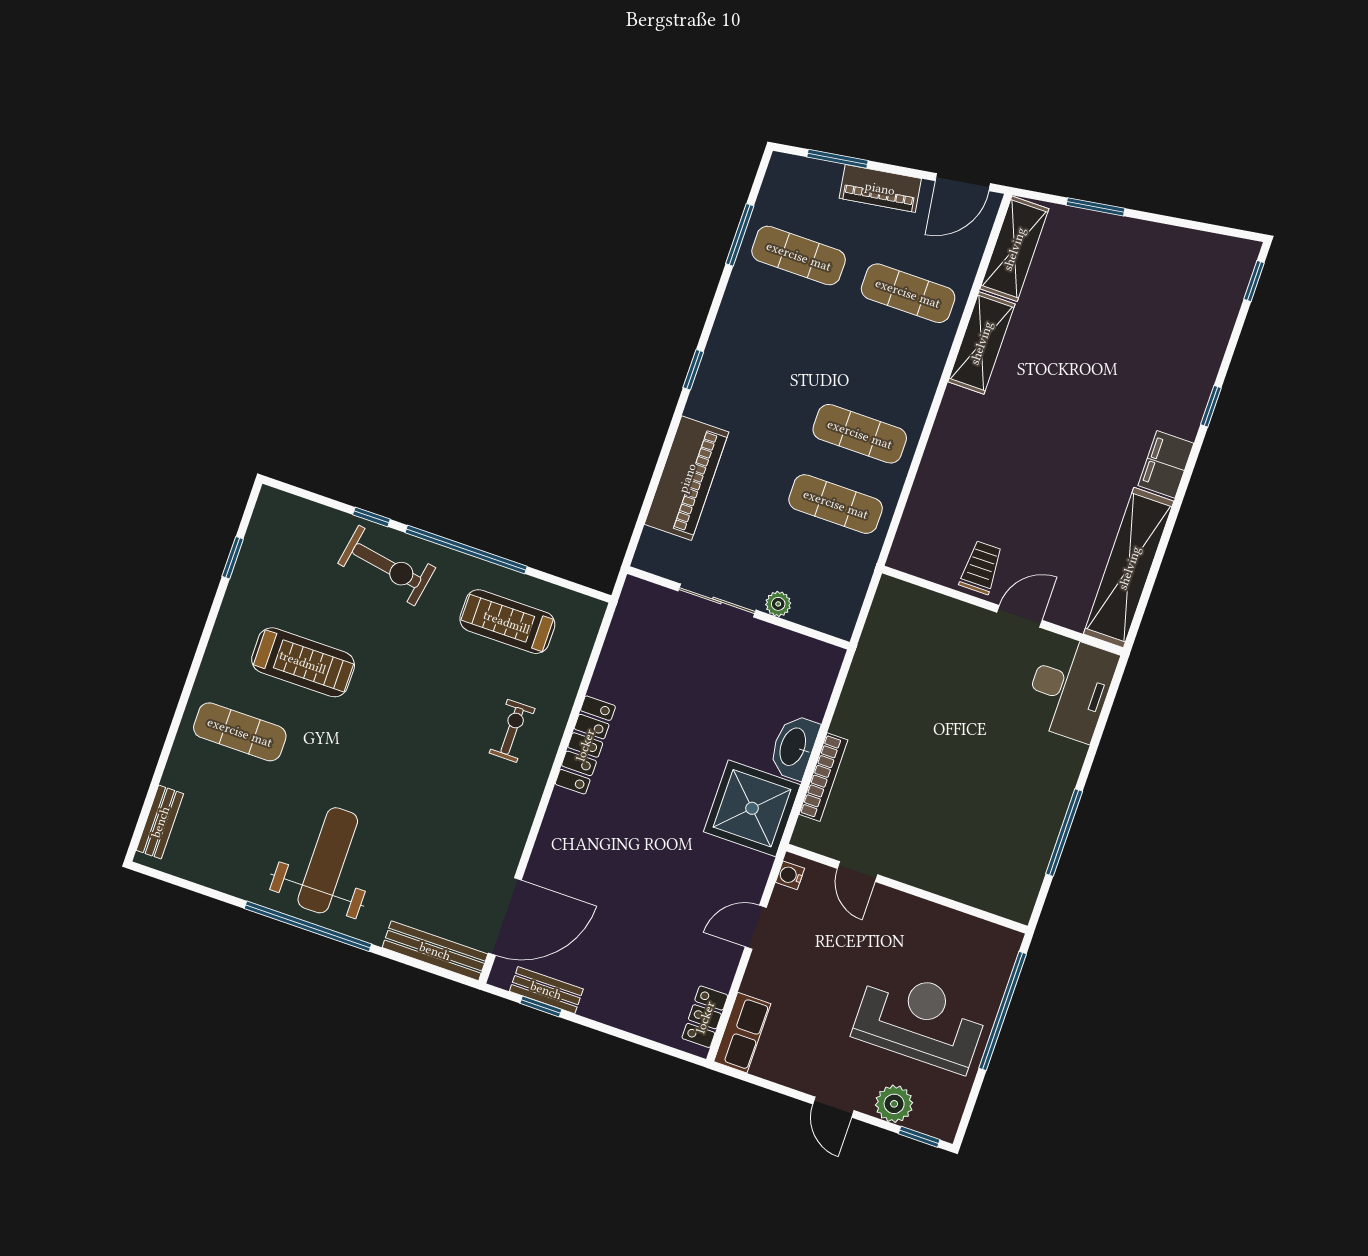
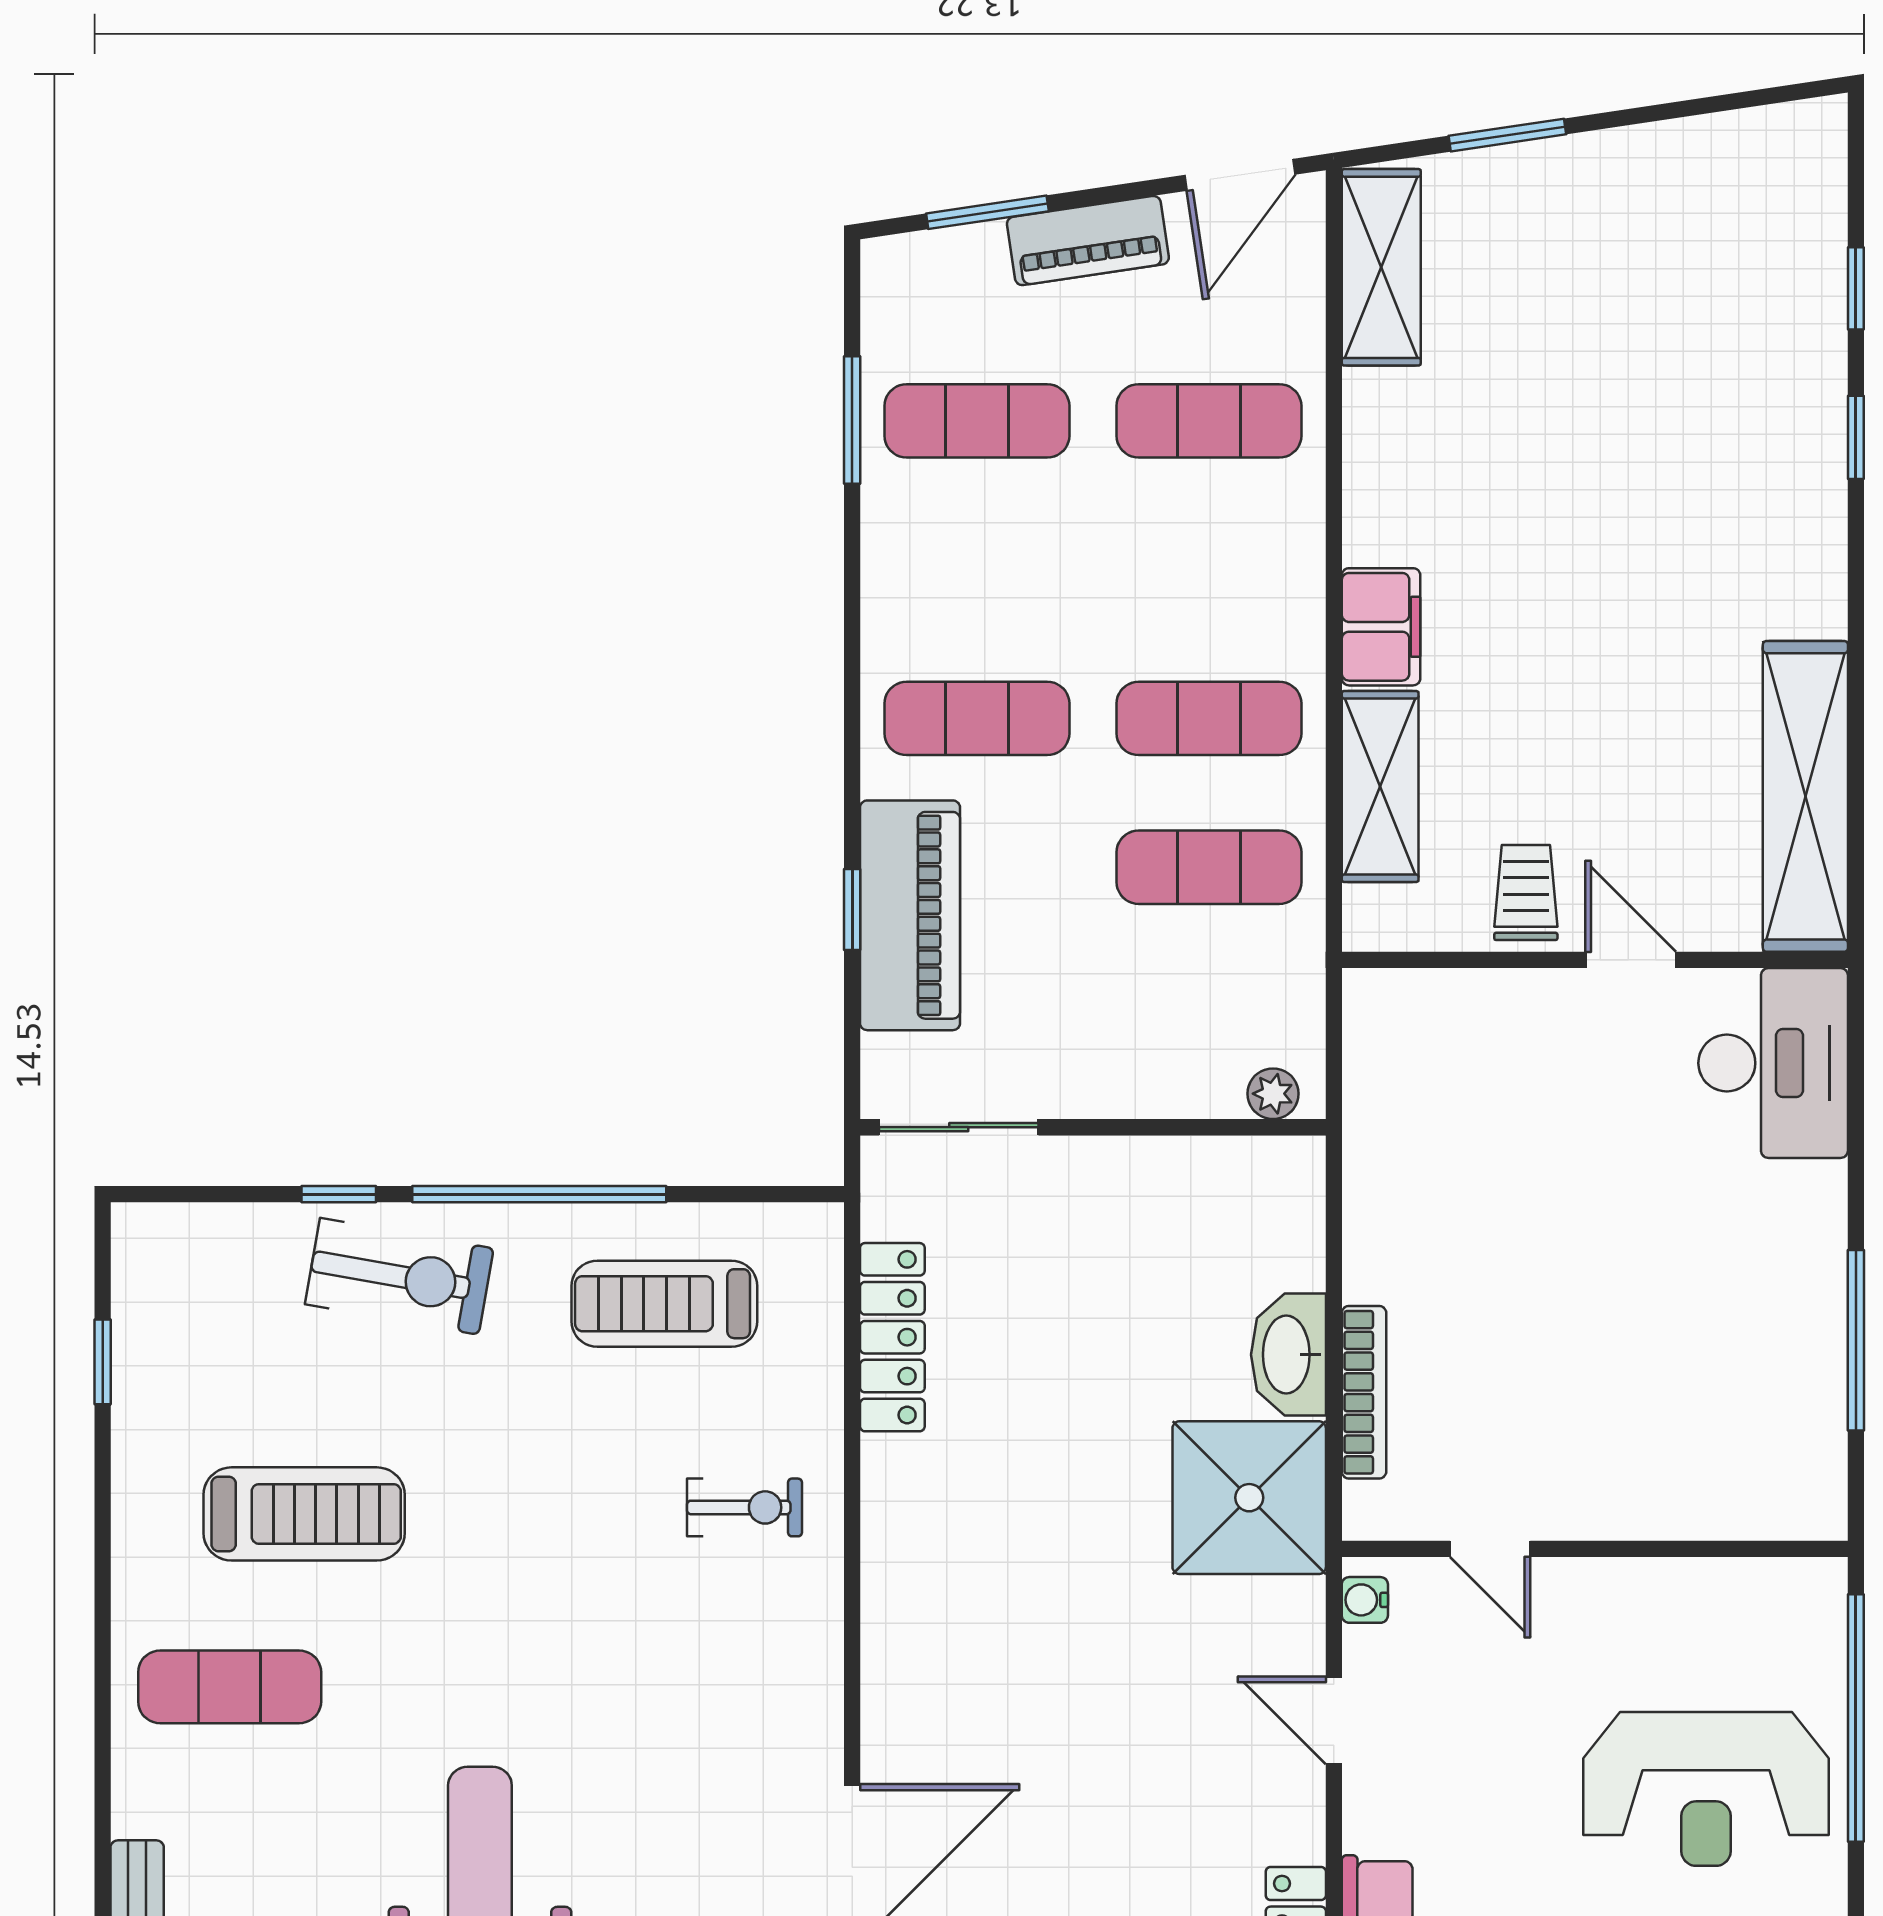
window: (1254, 281) -> (1856, 288), moved
shelving: (981, 343) -> (1380, 786), moved
window: (693, 370) -> (852, 910), moved
exercise mat: (750, 396) -> (977, 718), added
filing cabinet: (1166, 464) -> (1381, 627), moved, turned 180
sliding door: (717, 601) -> (959, 1127), moved
plant: (778, 604) -> (1273, 1094), moved
door: (1020, 616) -> (1631, 960), hinge flipped
exercise bike: (512, 731) -> (744, 1507), turned 90
locker: (585, 745) -> (892, 1337), moved
door: (756, 927) -> (1334, 1720), hinge flipped
reception desk: (920, 1020) -> (1706, 1789), turned 180

